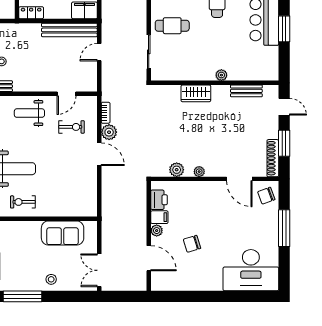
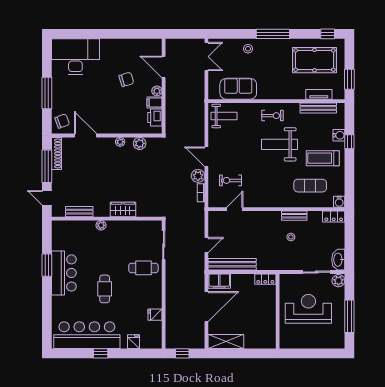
weight bench: (29, 113) -> (224, 116), moved
window: (284, 143) -> (47, 166), width x1.44

